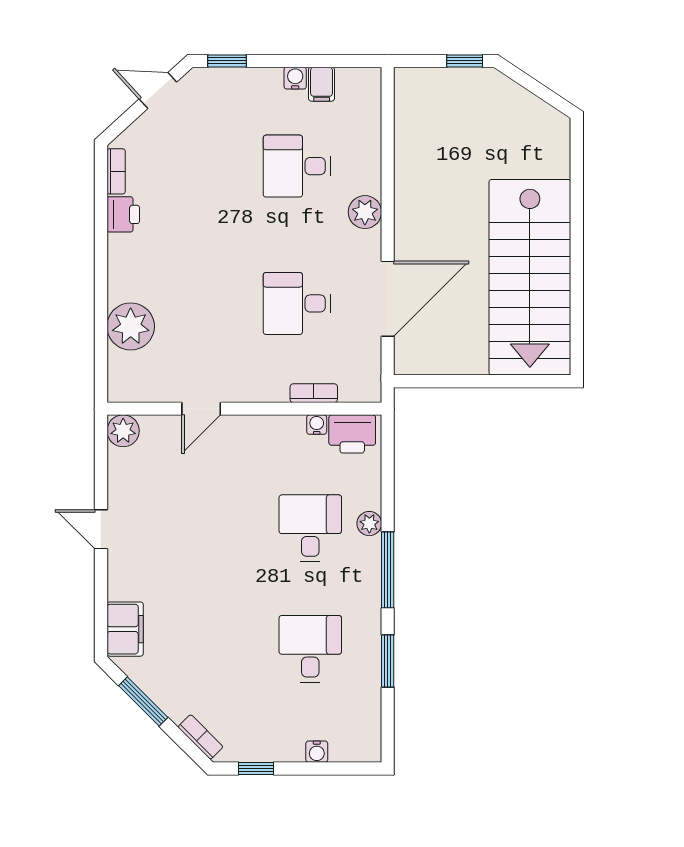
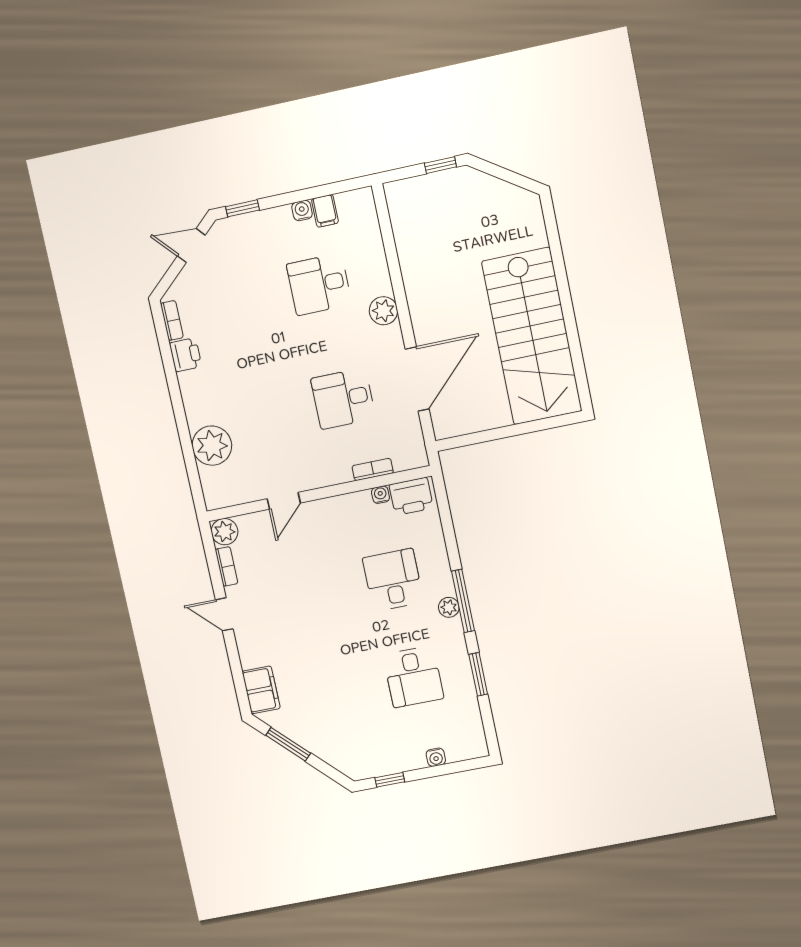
plant: (369, 524) -> (449, 607), moved
desk: (310, 649) -> (413, 677), turned 180
bookcase: (200, 737) -> (227, 566), moved, turned 45

